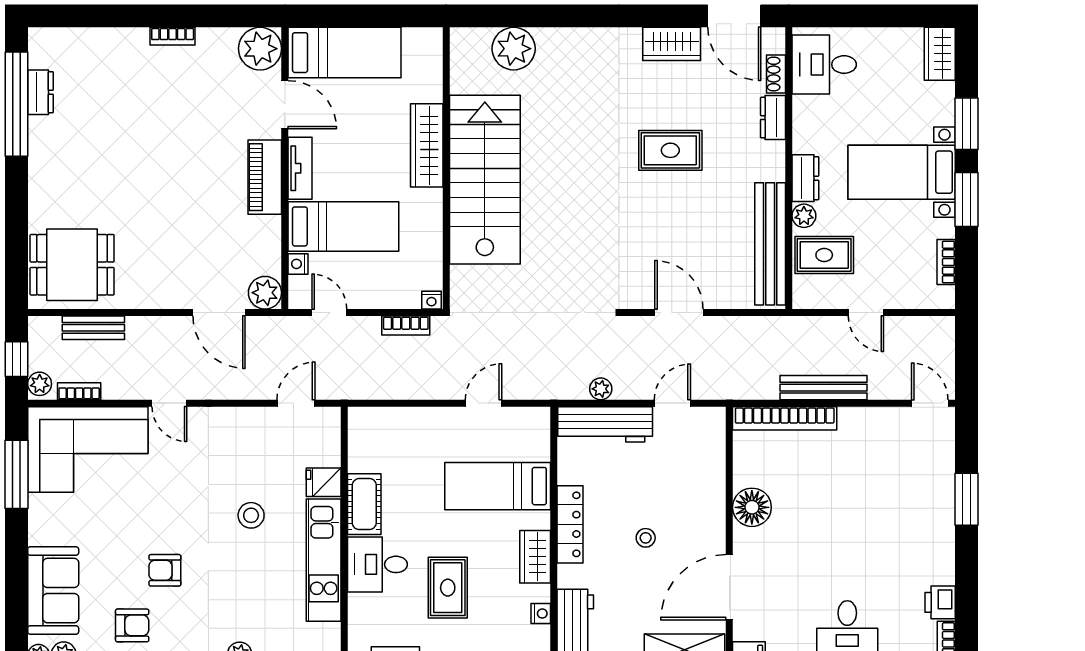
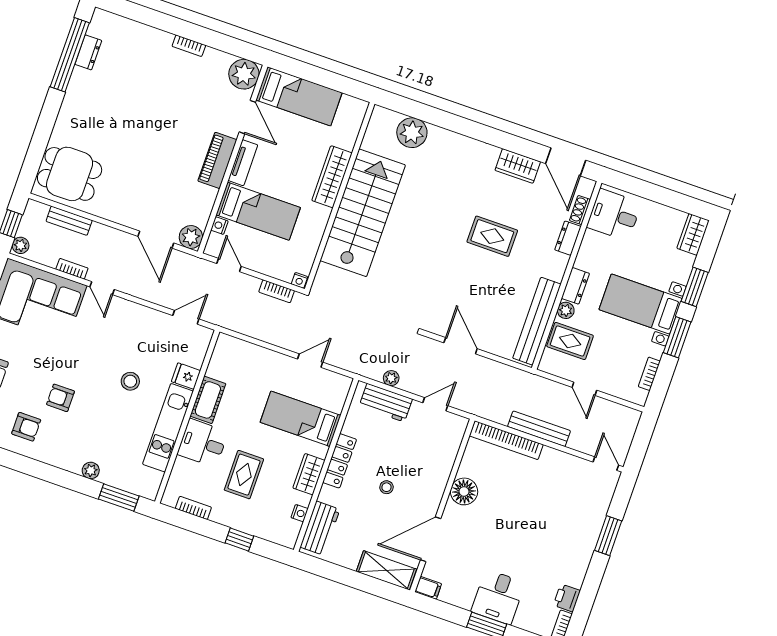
bookcase: (79, 391) -> (72, 269), moved
workbench: (605, 424) -> (386, 403), width x0.73

